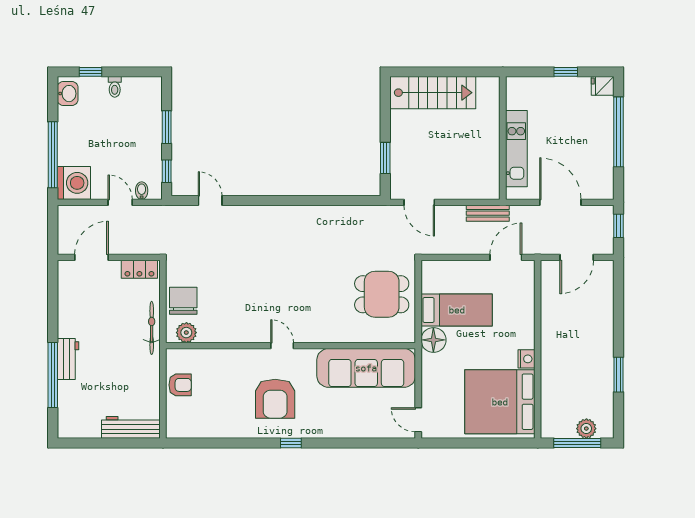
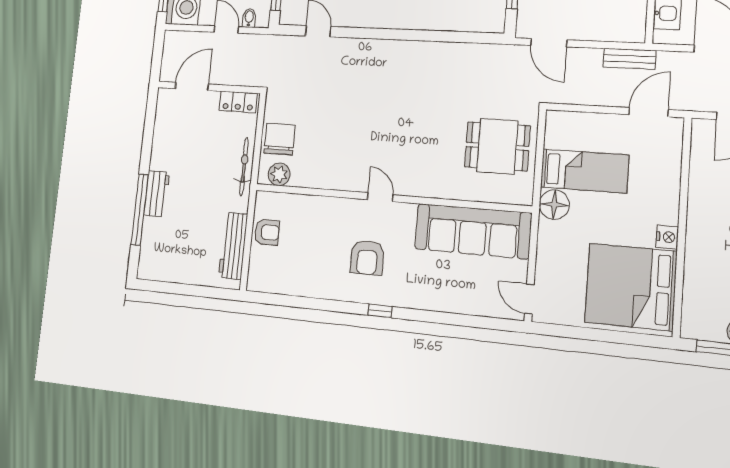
armchair: (275, 399) -> (367, 258), width x0.73, depth x0.73
workbench: (131, 427) -> (233, 246), moved, turned -90

